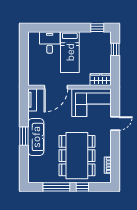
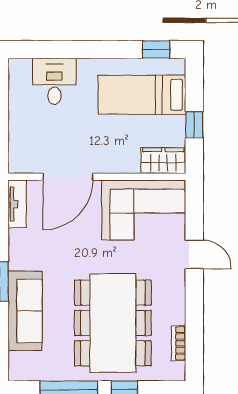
window: (115, 49) -> (194, 125), moved
bed: (70, 52) -> (142, 95), moved, turned 90
door: (115, 123) -> (194, 254), hinge flipped
sofa: (36, 137) -> (25, 311), moved

